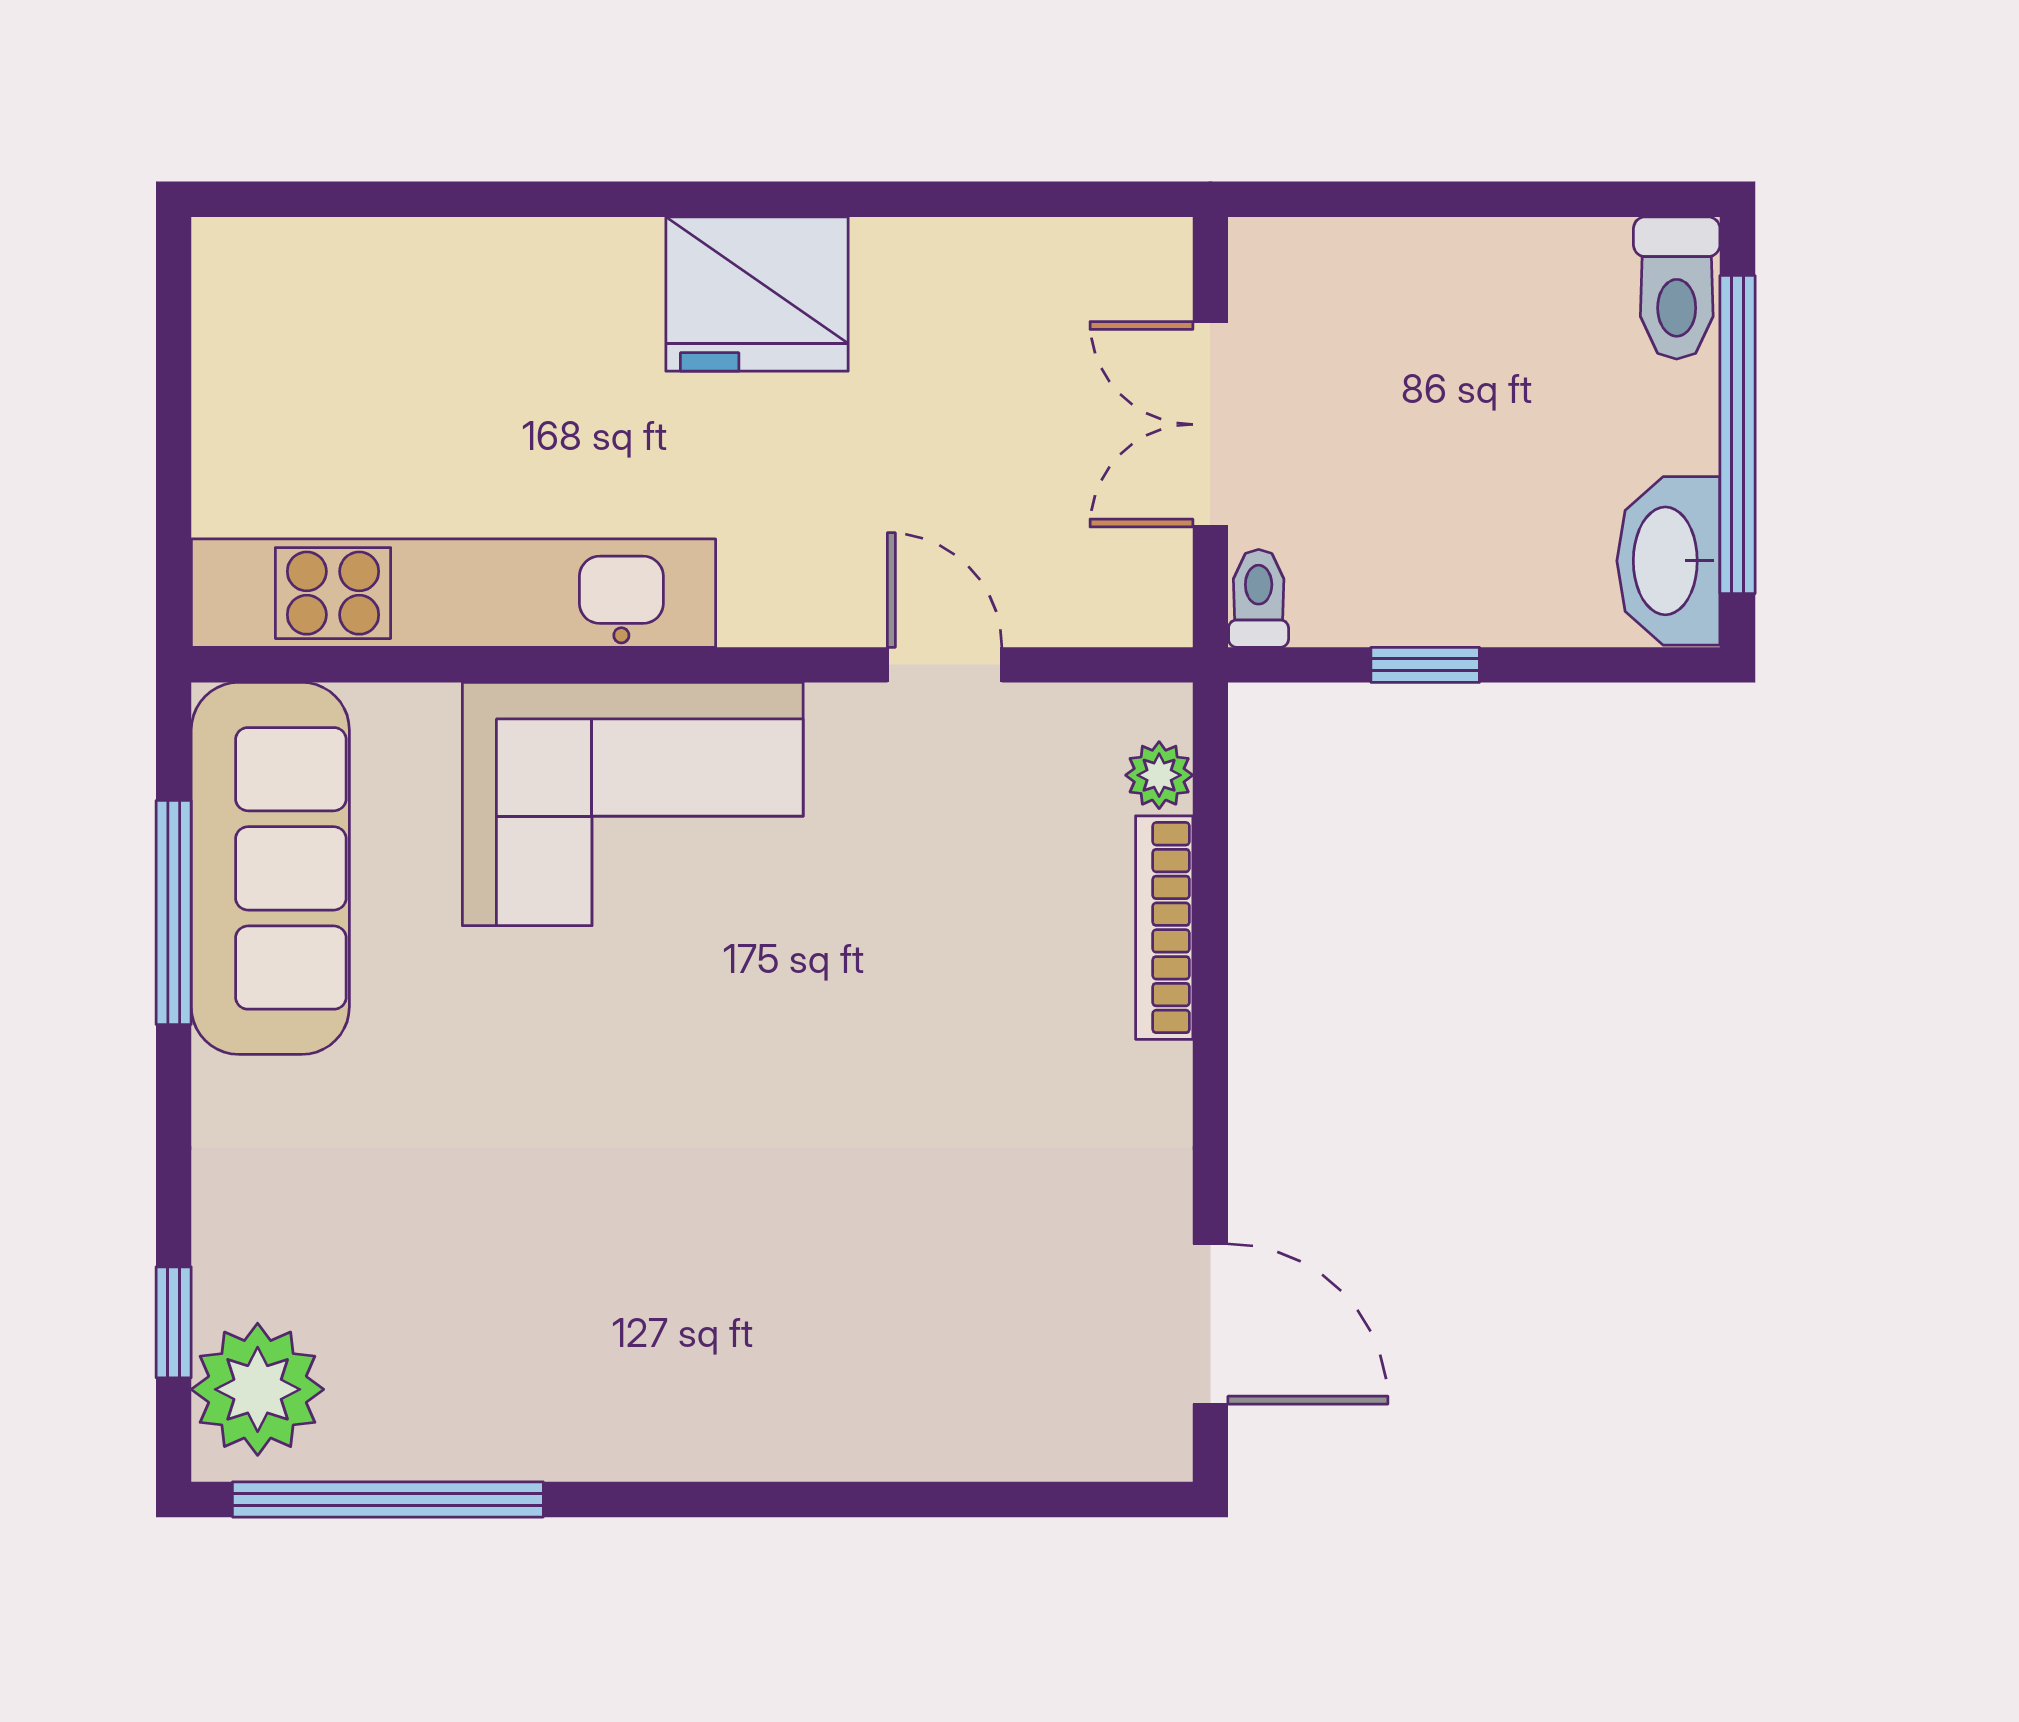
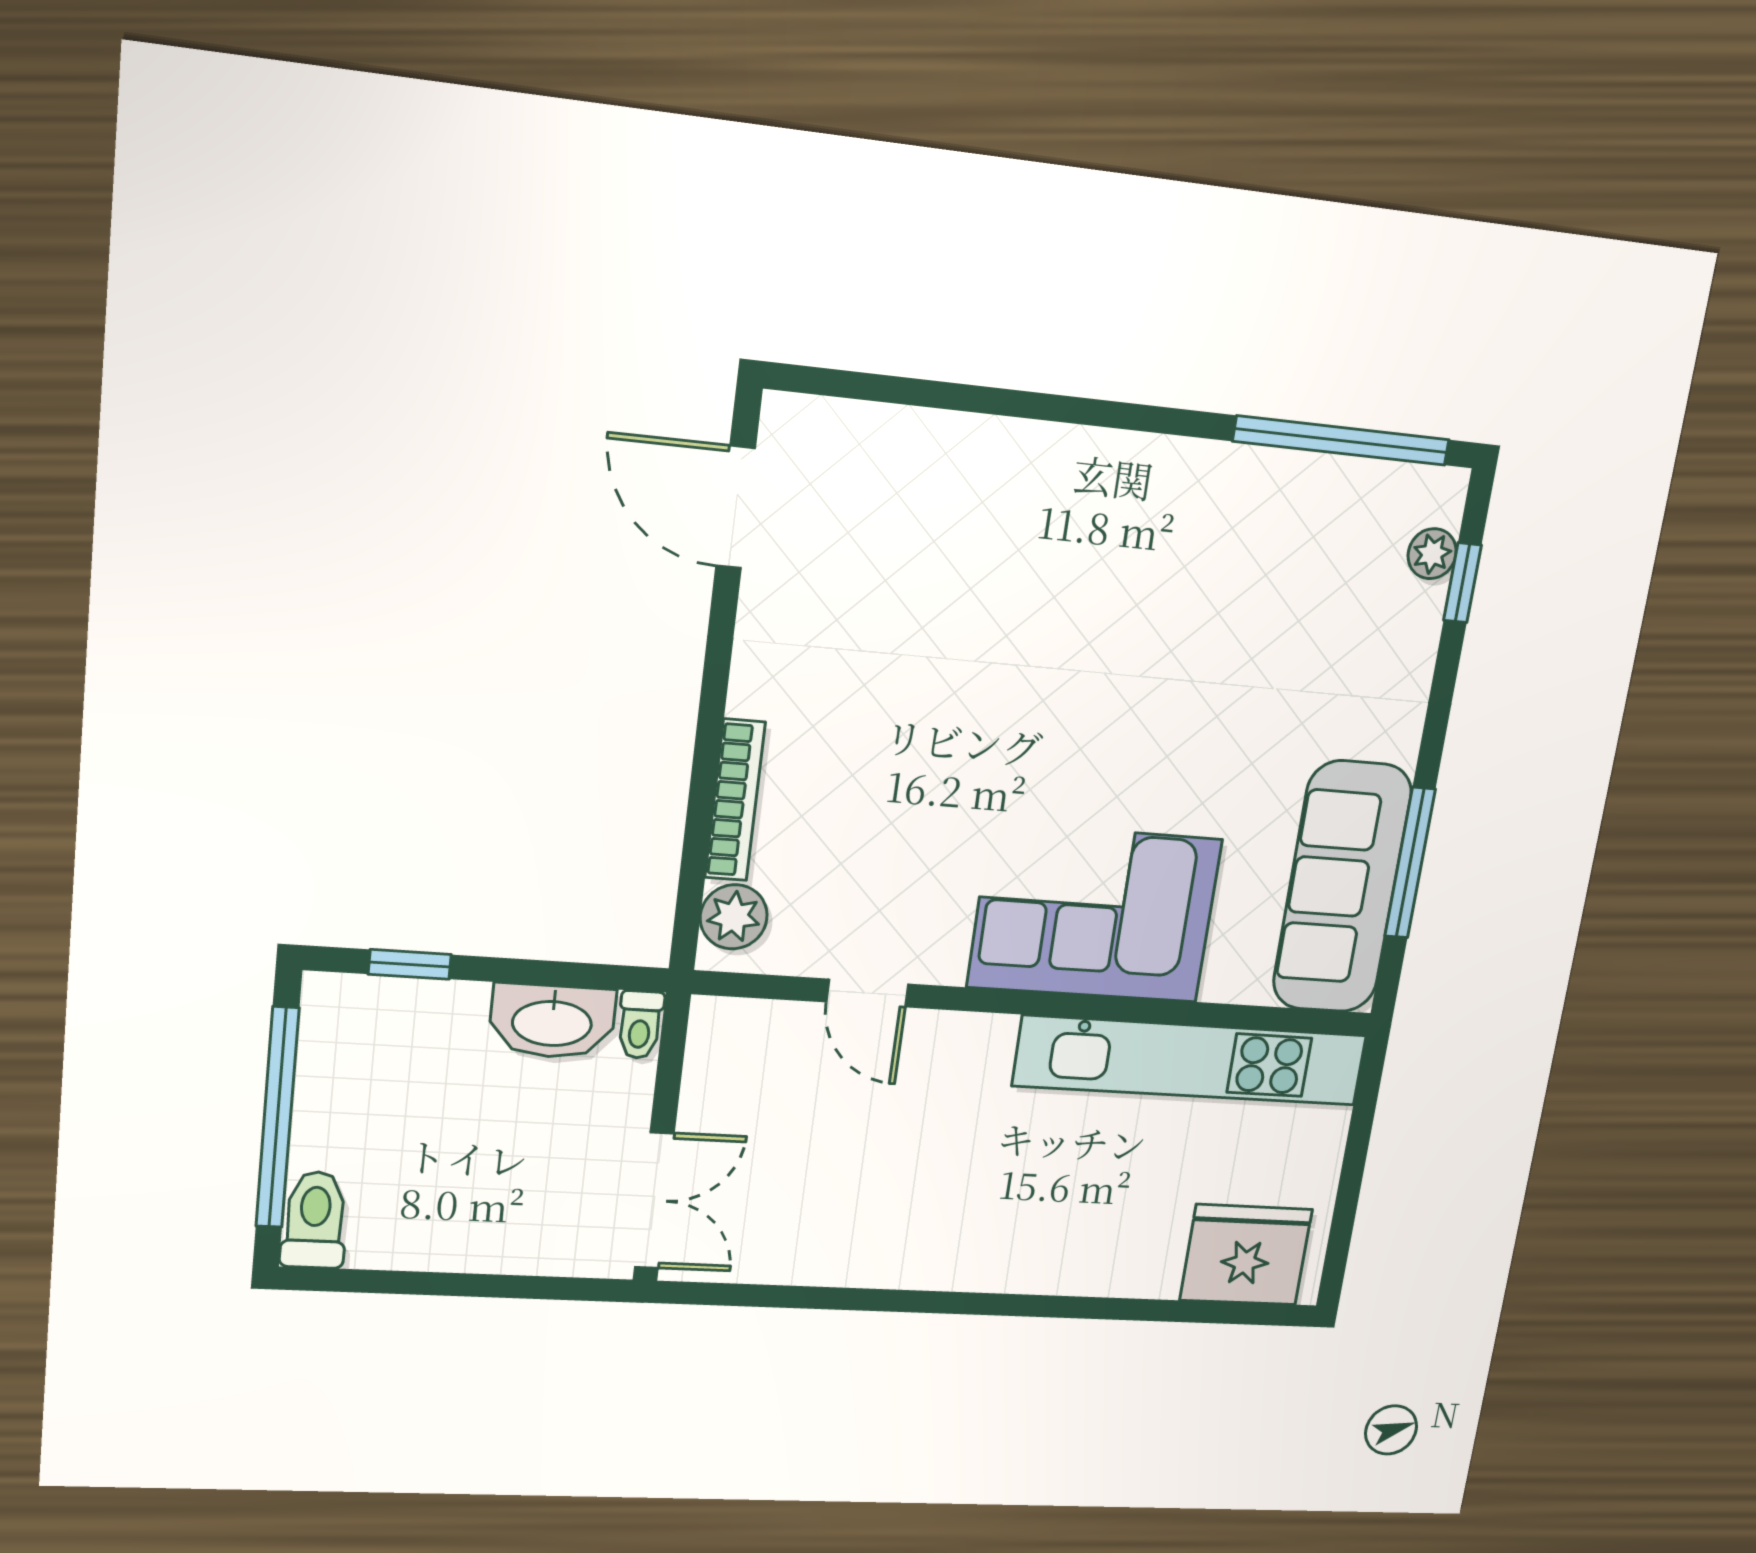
fridge: (757, 294) -> (1246, 1255), moved
double door: (1210, 424) -> (654, 1201), moved
washbasin: (1668, 561) -> (552, 1021), moved, turned 90
window: (1425, 665) -> (410, 964), moved
plant: (1159, 775) -> (734, 917), width x1.38, depth x1.38
plant: (258, 1389) -> (1432, 554), width x0.53, depth x0.53

